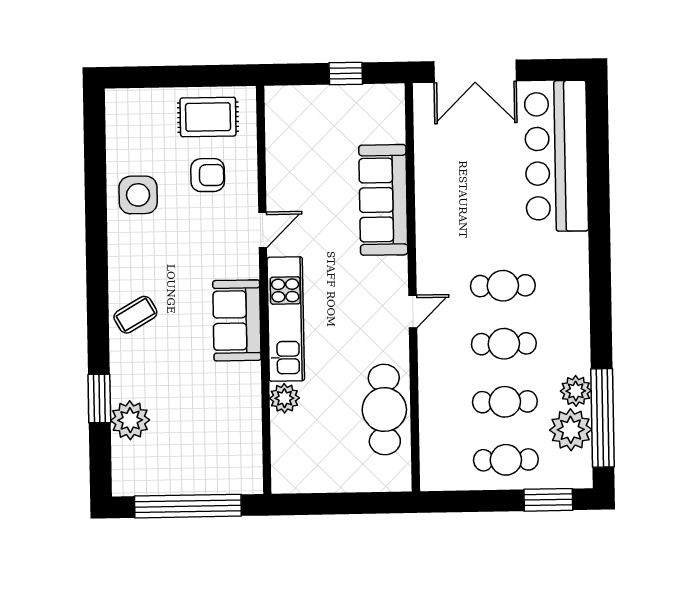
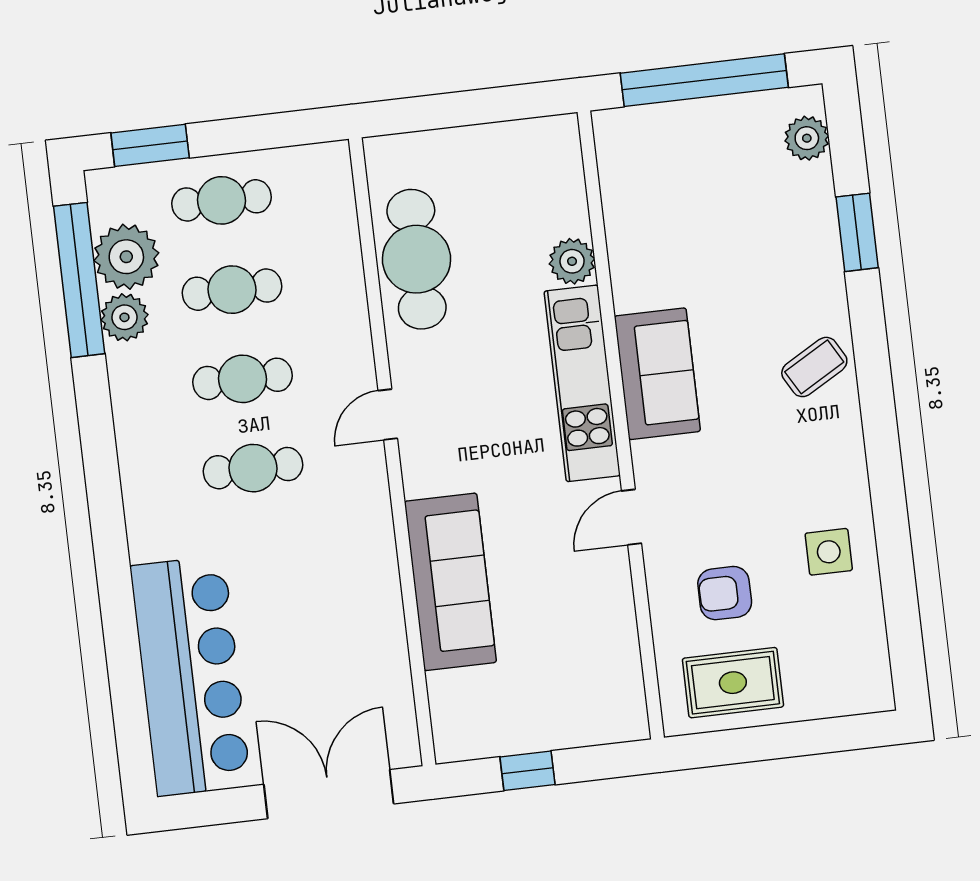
side table: (138, 195) -> (829, 552), width x0.73, depth x0.73
plant: (130, 420) -> (807, 138), moved, width x0.73, depth x0.73

